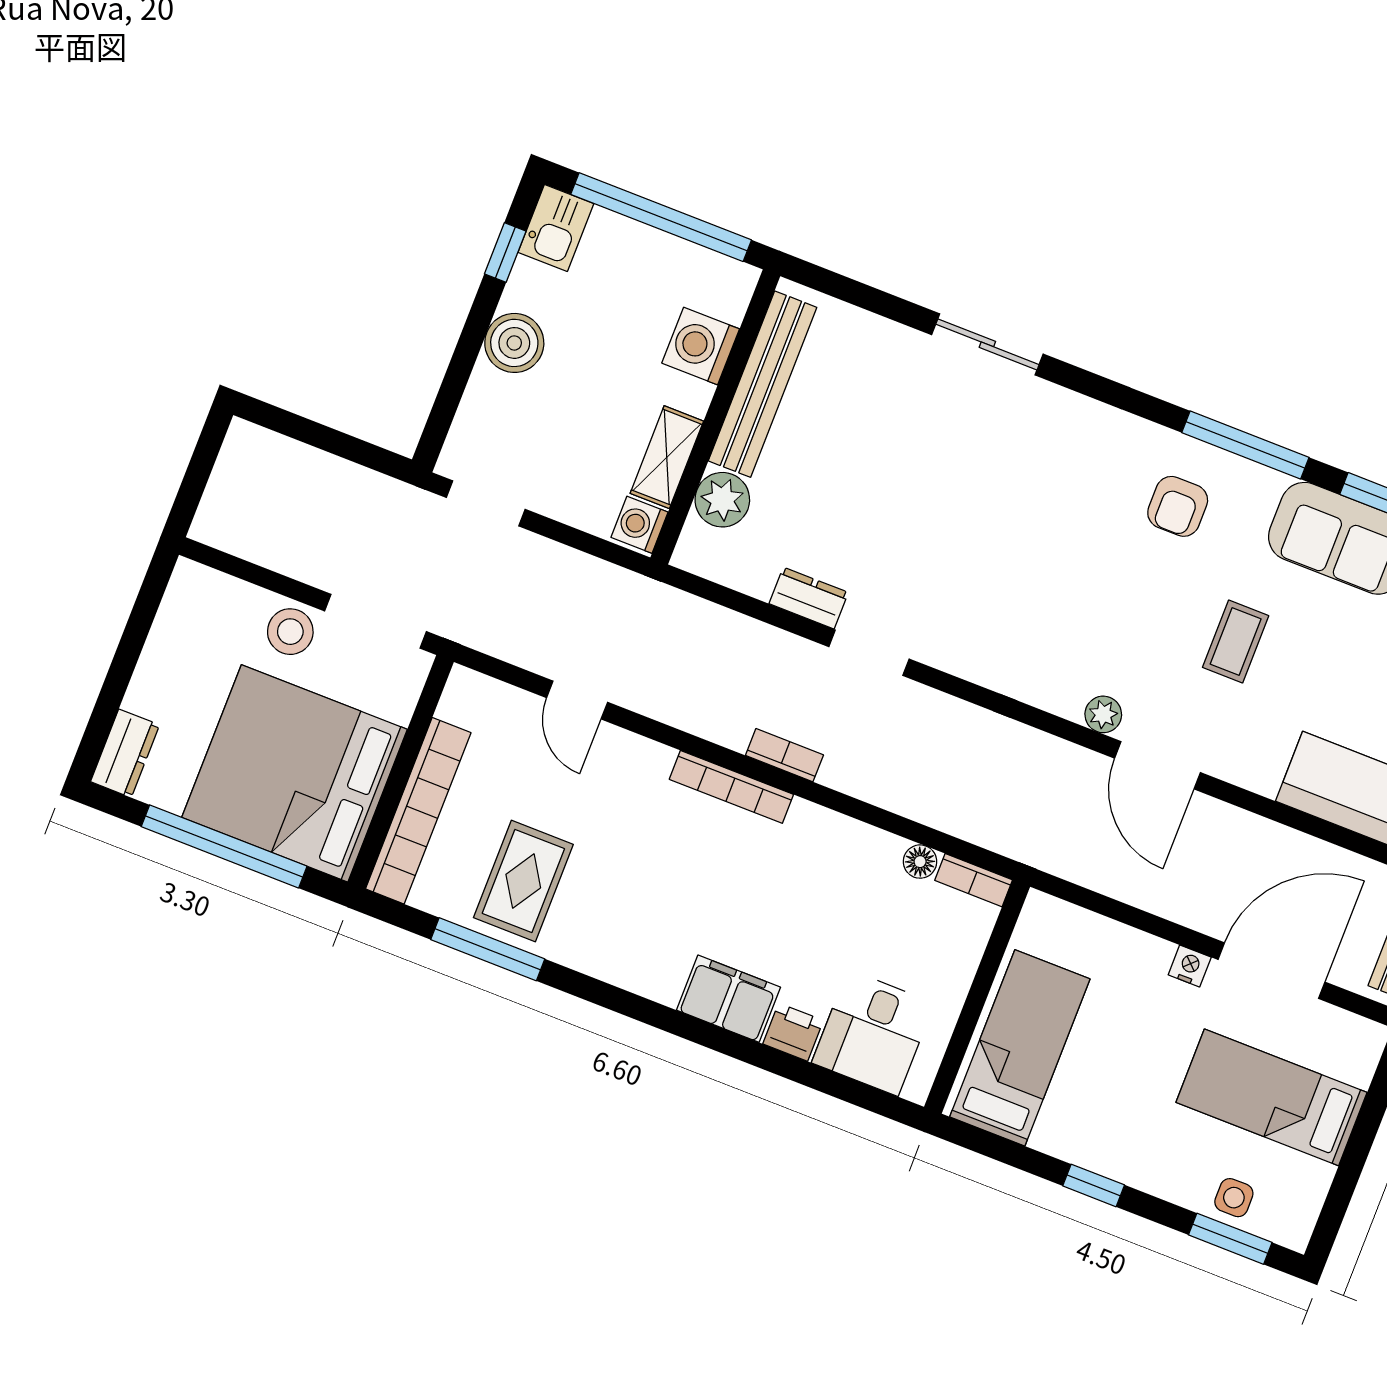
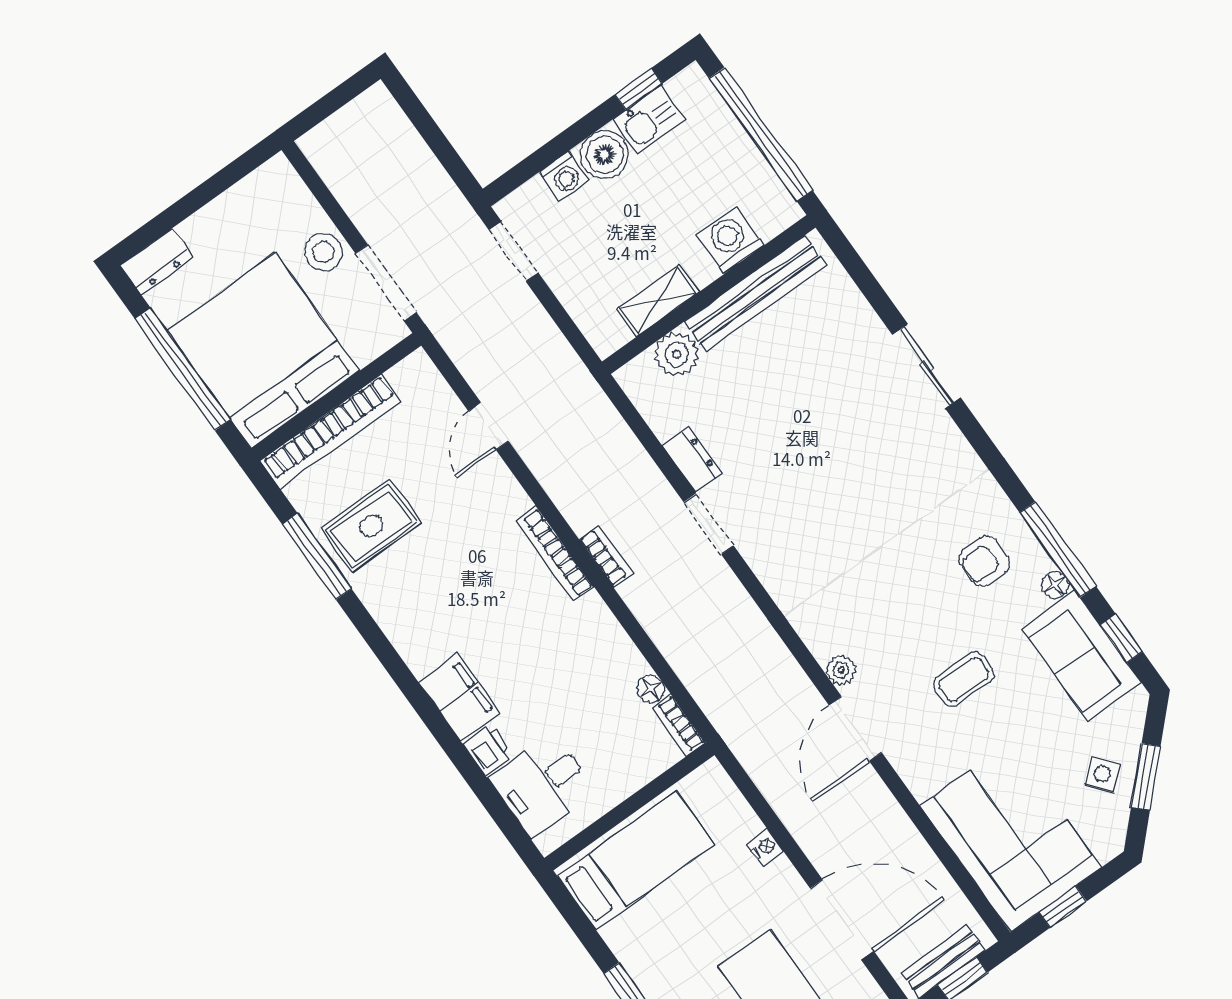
kitchen sink: (556, 228) -> (649, 120), moved
floor lamp: (1266, 483) -> (1055, 585), added
washing machine: (639, 525) -> (564, 176), moved, turned 180
nightstand: (1190, 966) -> (765, 847), moved

